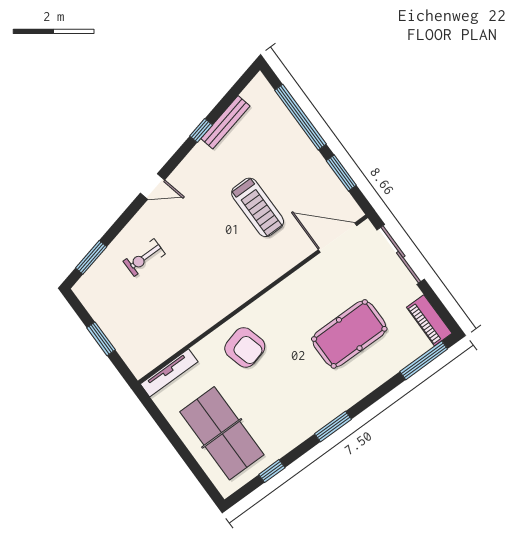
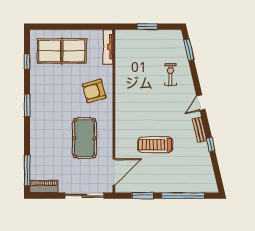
bench: (225, 122) -> (199, 130), moved, width x0.73
pool table: (349, 334) -> (84, 138), moved

